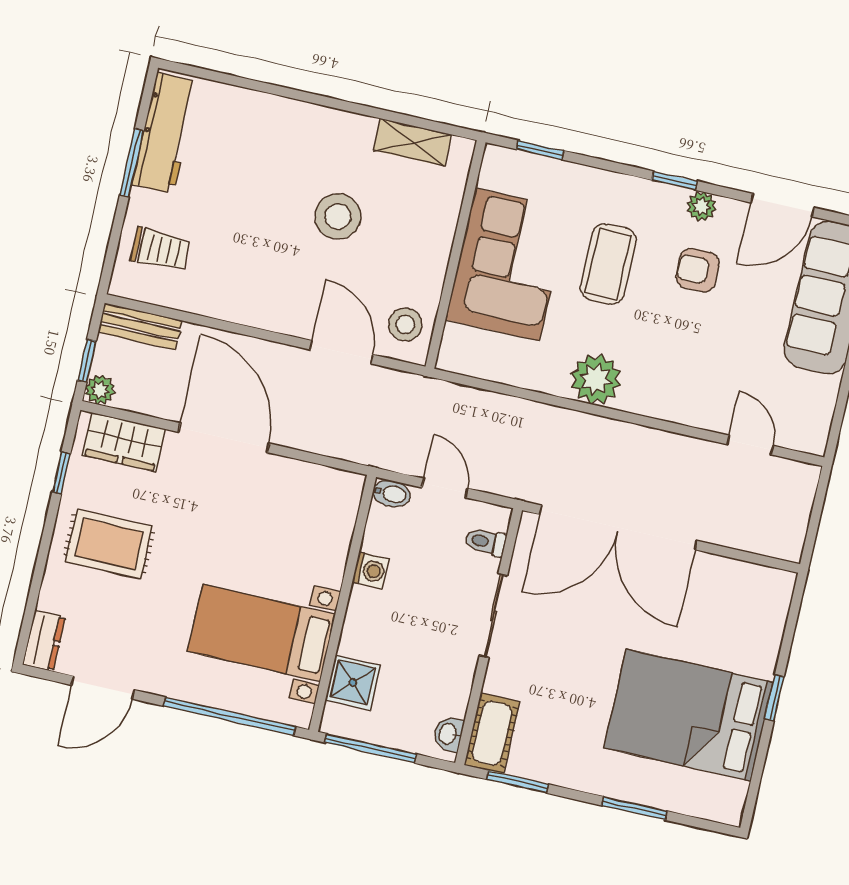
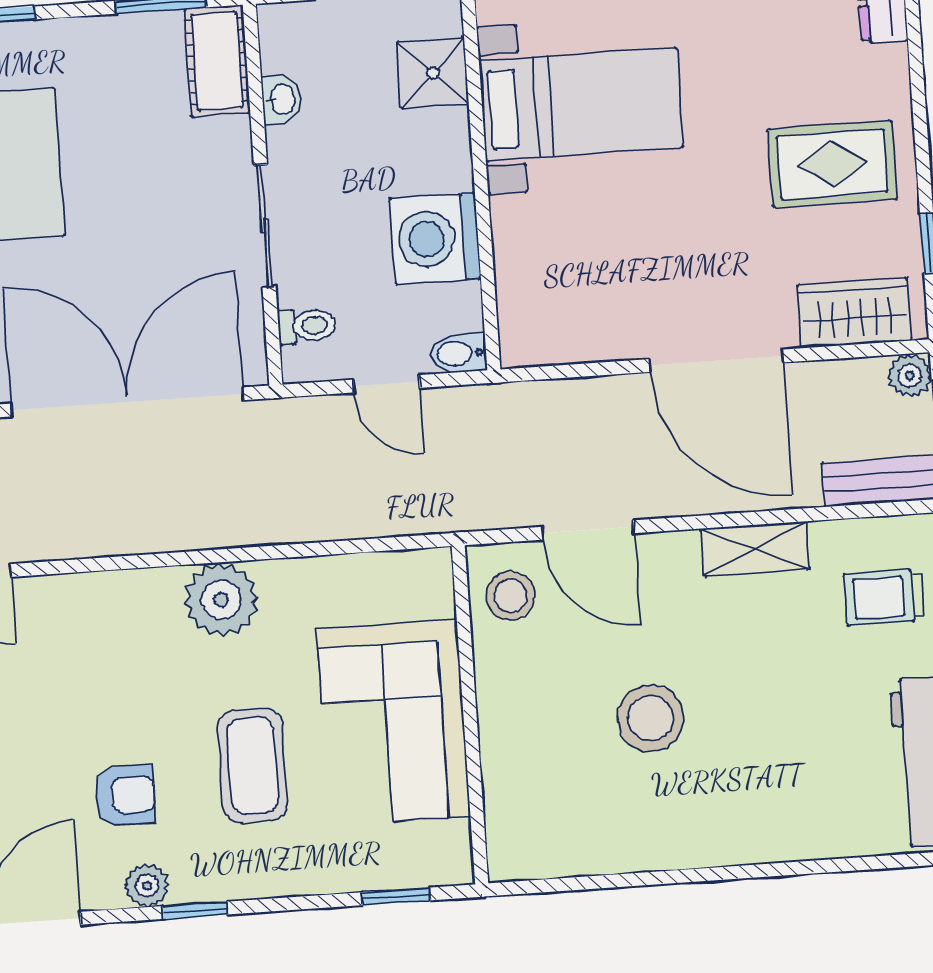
shelving: (412, 142) -> (755, 549), moved
washing machine: (371, 571) -> (435, 239), width x1.89, depth x1.89
washbasin: (448, 734) -> (282, 99), moved

